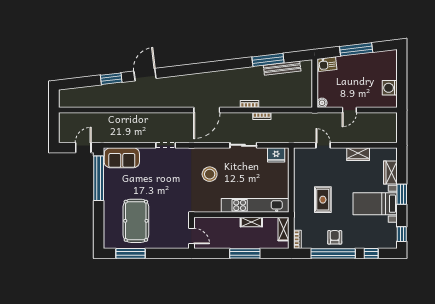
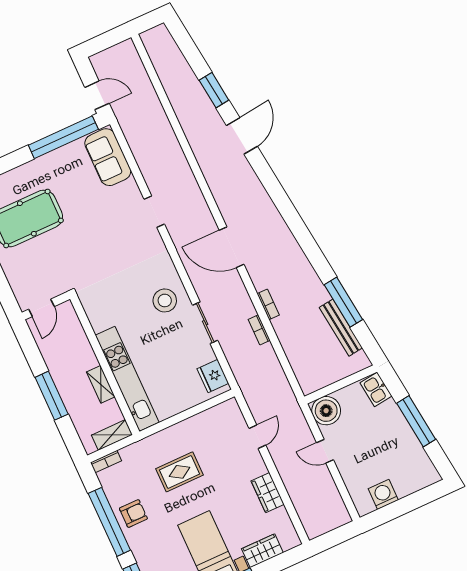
door: (145, 75) -> (242, 136), hinge flipped
boiler: (322, 103) -> (326, 411), width x1.86, depth x1.86
stool: (210, 174) -> (165, 300), moved

